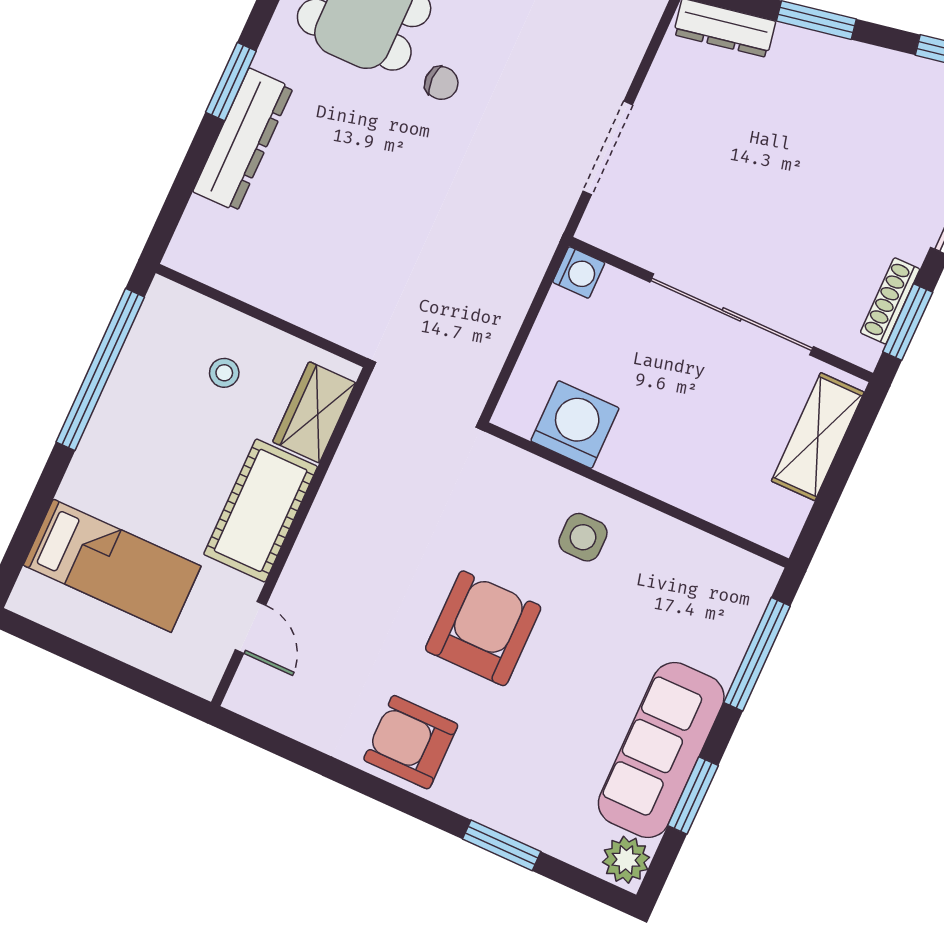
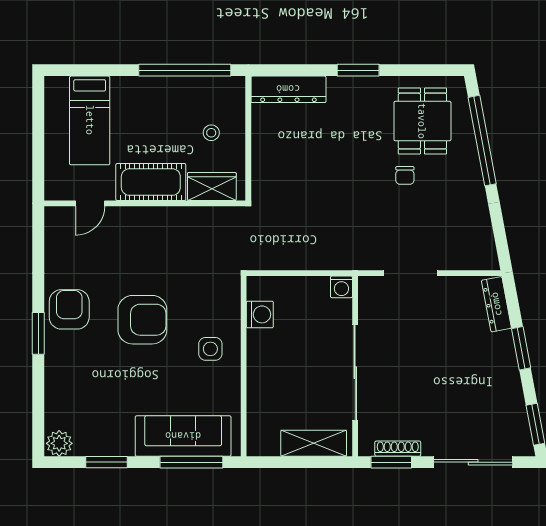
dresser: (243, 140) -> (288, 89), moved
washing machine: (575, 425) -> (260, 314), width x0.73, depth x0.73
sofa: (661, 750) -> (183, 436), moved
window: (502, 845) -> (38, 333), moved

